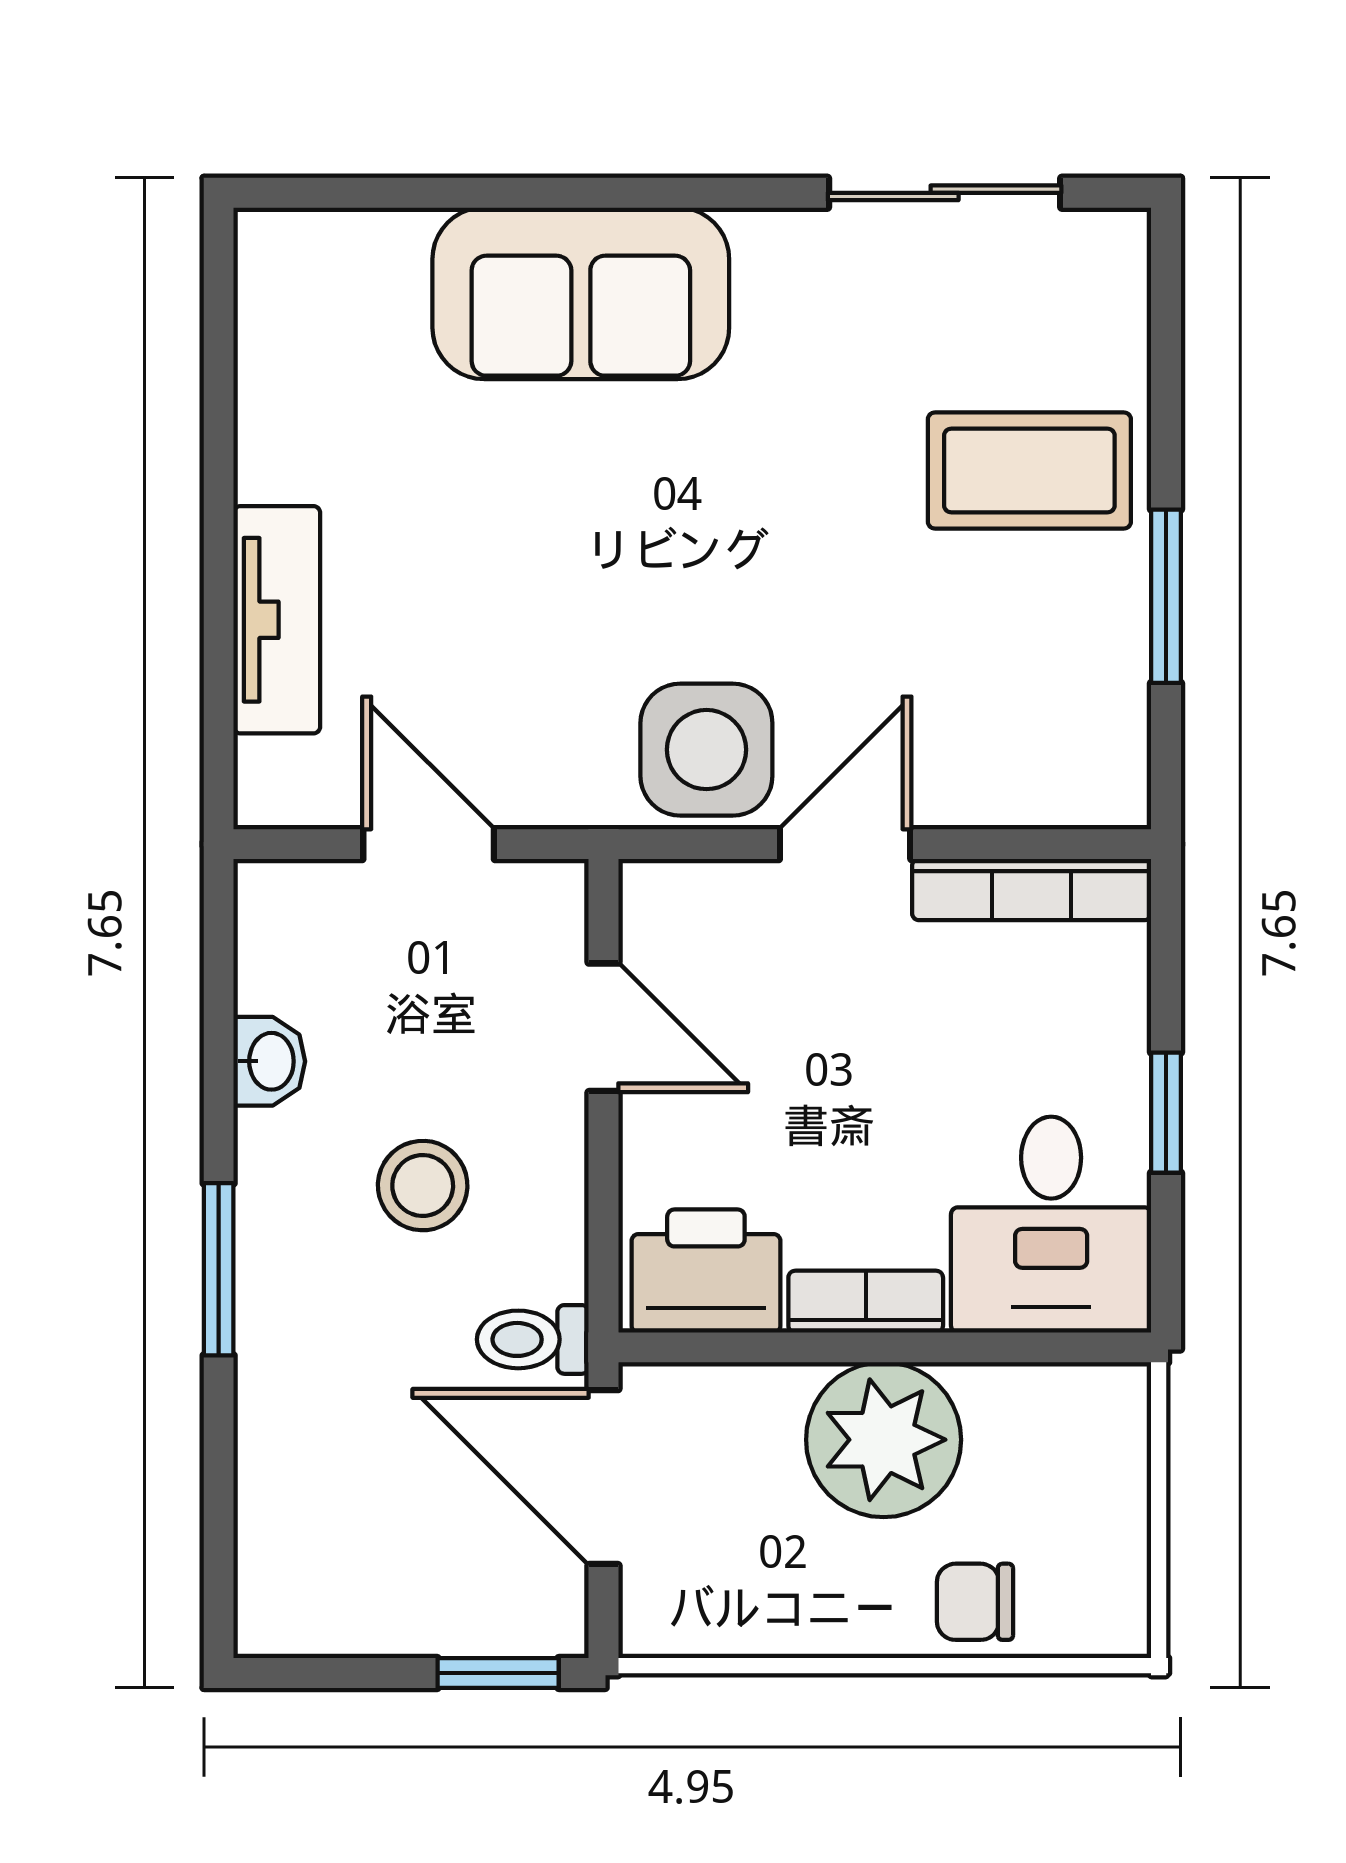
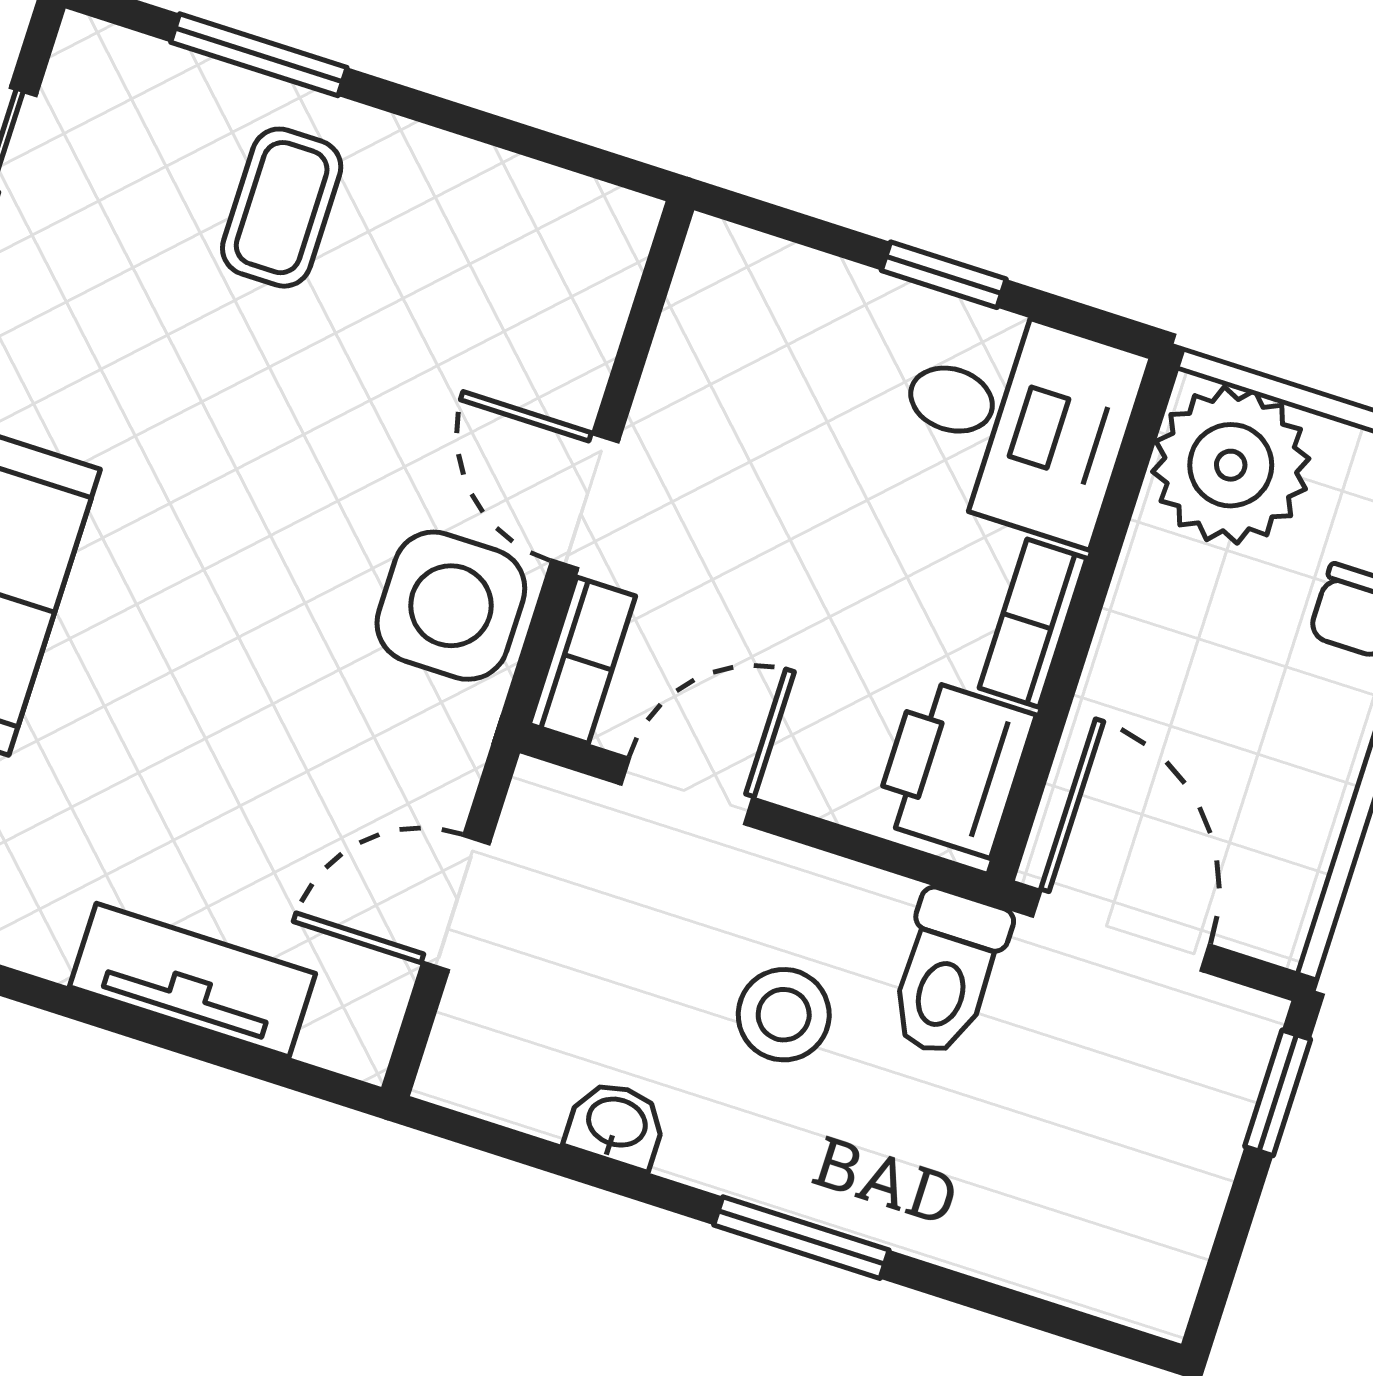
coffee table: (1029, 470) -> (282, 208), width x0.73, depth x0.77
window: (1166, 596) -> (259, 55), moved
bookcase: (1032, 890) -> (582, 660), moved, width x0.64
toilet: (533, 1339) -> (947, 973), width x1.37, depth x1.39
plant: (884, 1440) -> (1231, 465), moved
door: (604, 1477) -> (1121, 930), swing flipped

